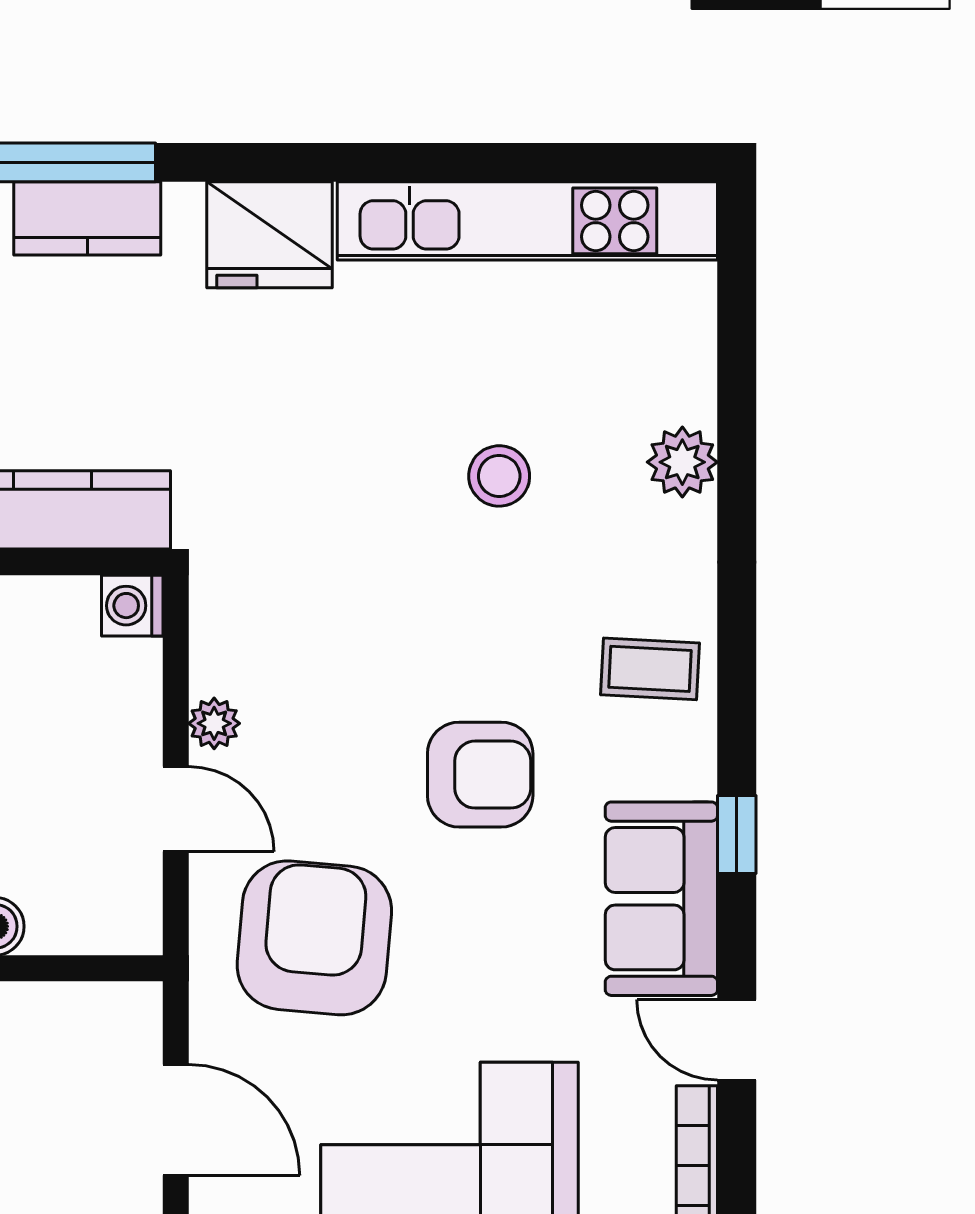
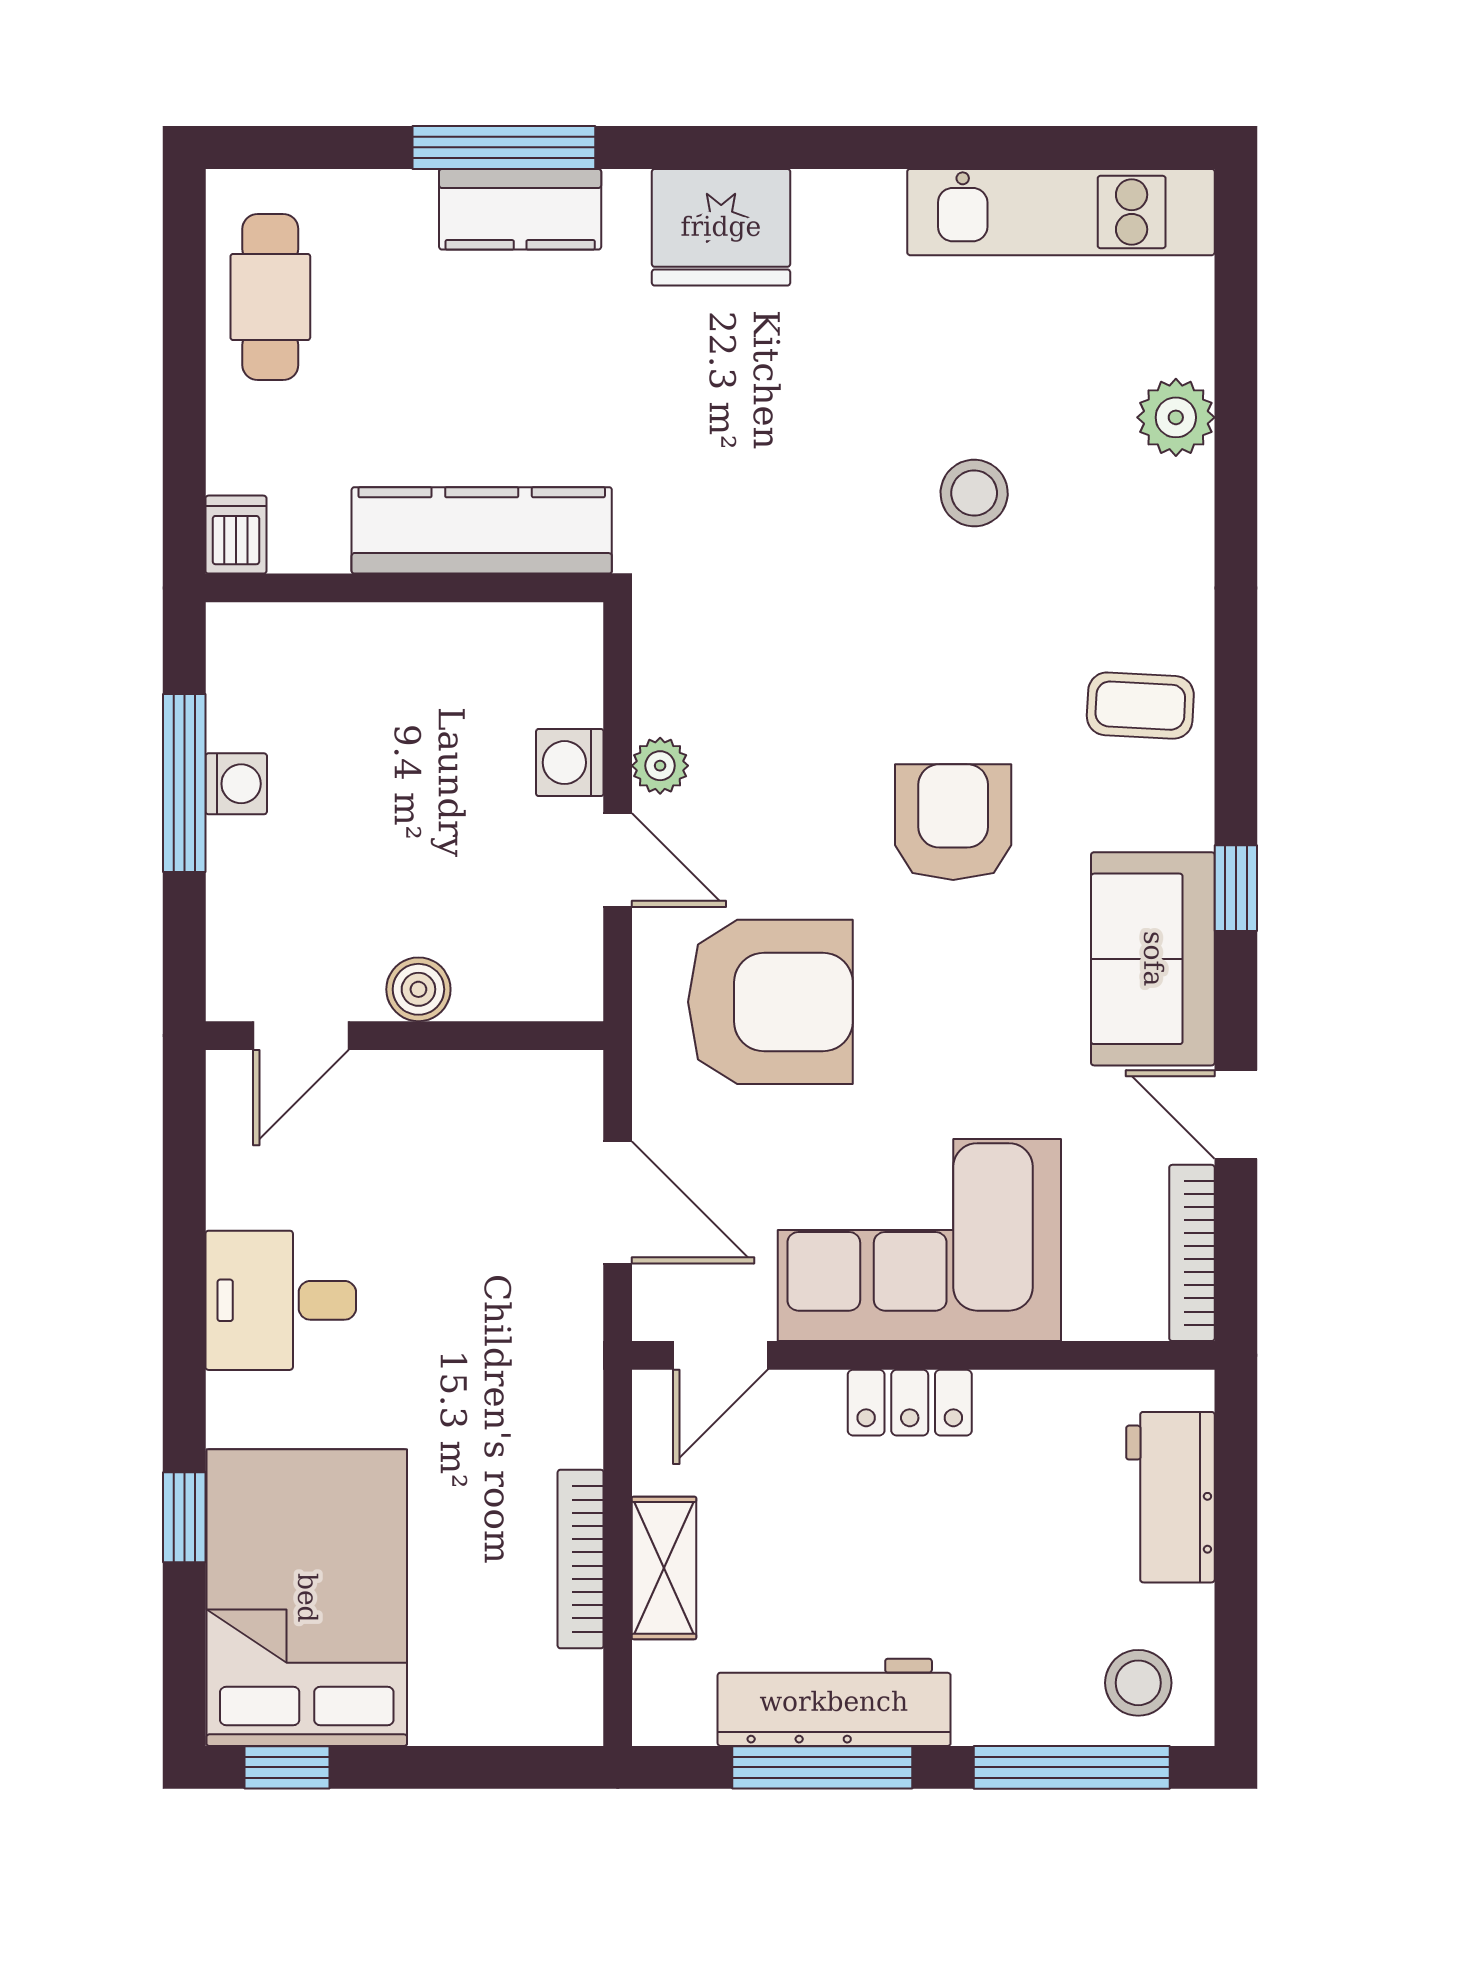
kitchen unit: (527, 221) -> (1061, 212), width x0.73
plant: (682, 462) -> (1176, 417), moved
washing machine: (132, 606) -> (570, 763), moved
armchair: (480, 775) -> (953, 822), turned -90
armchair: (314, 938) -> (770, 1002), turned 85

